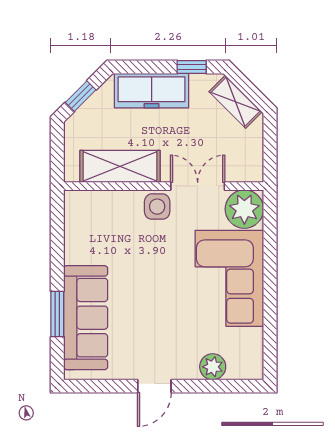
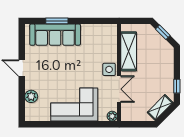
freezer: (152, 91) -> (165, 67), removed
plant: (244, 209) -> (112, 116), width x0.53, depth x0.53

